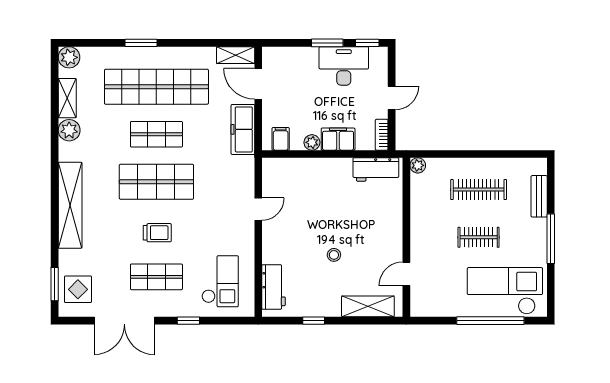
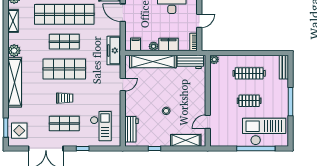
freezer: (243, 129) -> (114, 50), moved
plant: (69, 130) -> (14, 51), moved
shelving: (311, 169) -> (153, 61), added
bench: (539, 196) -> (284, 67), moved

